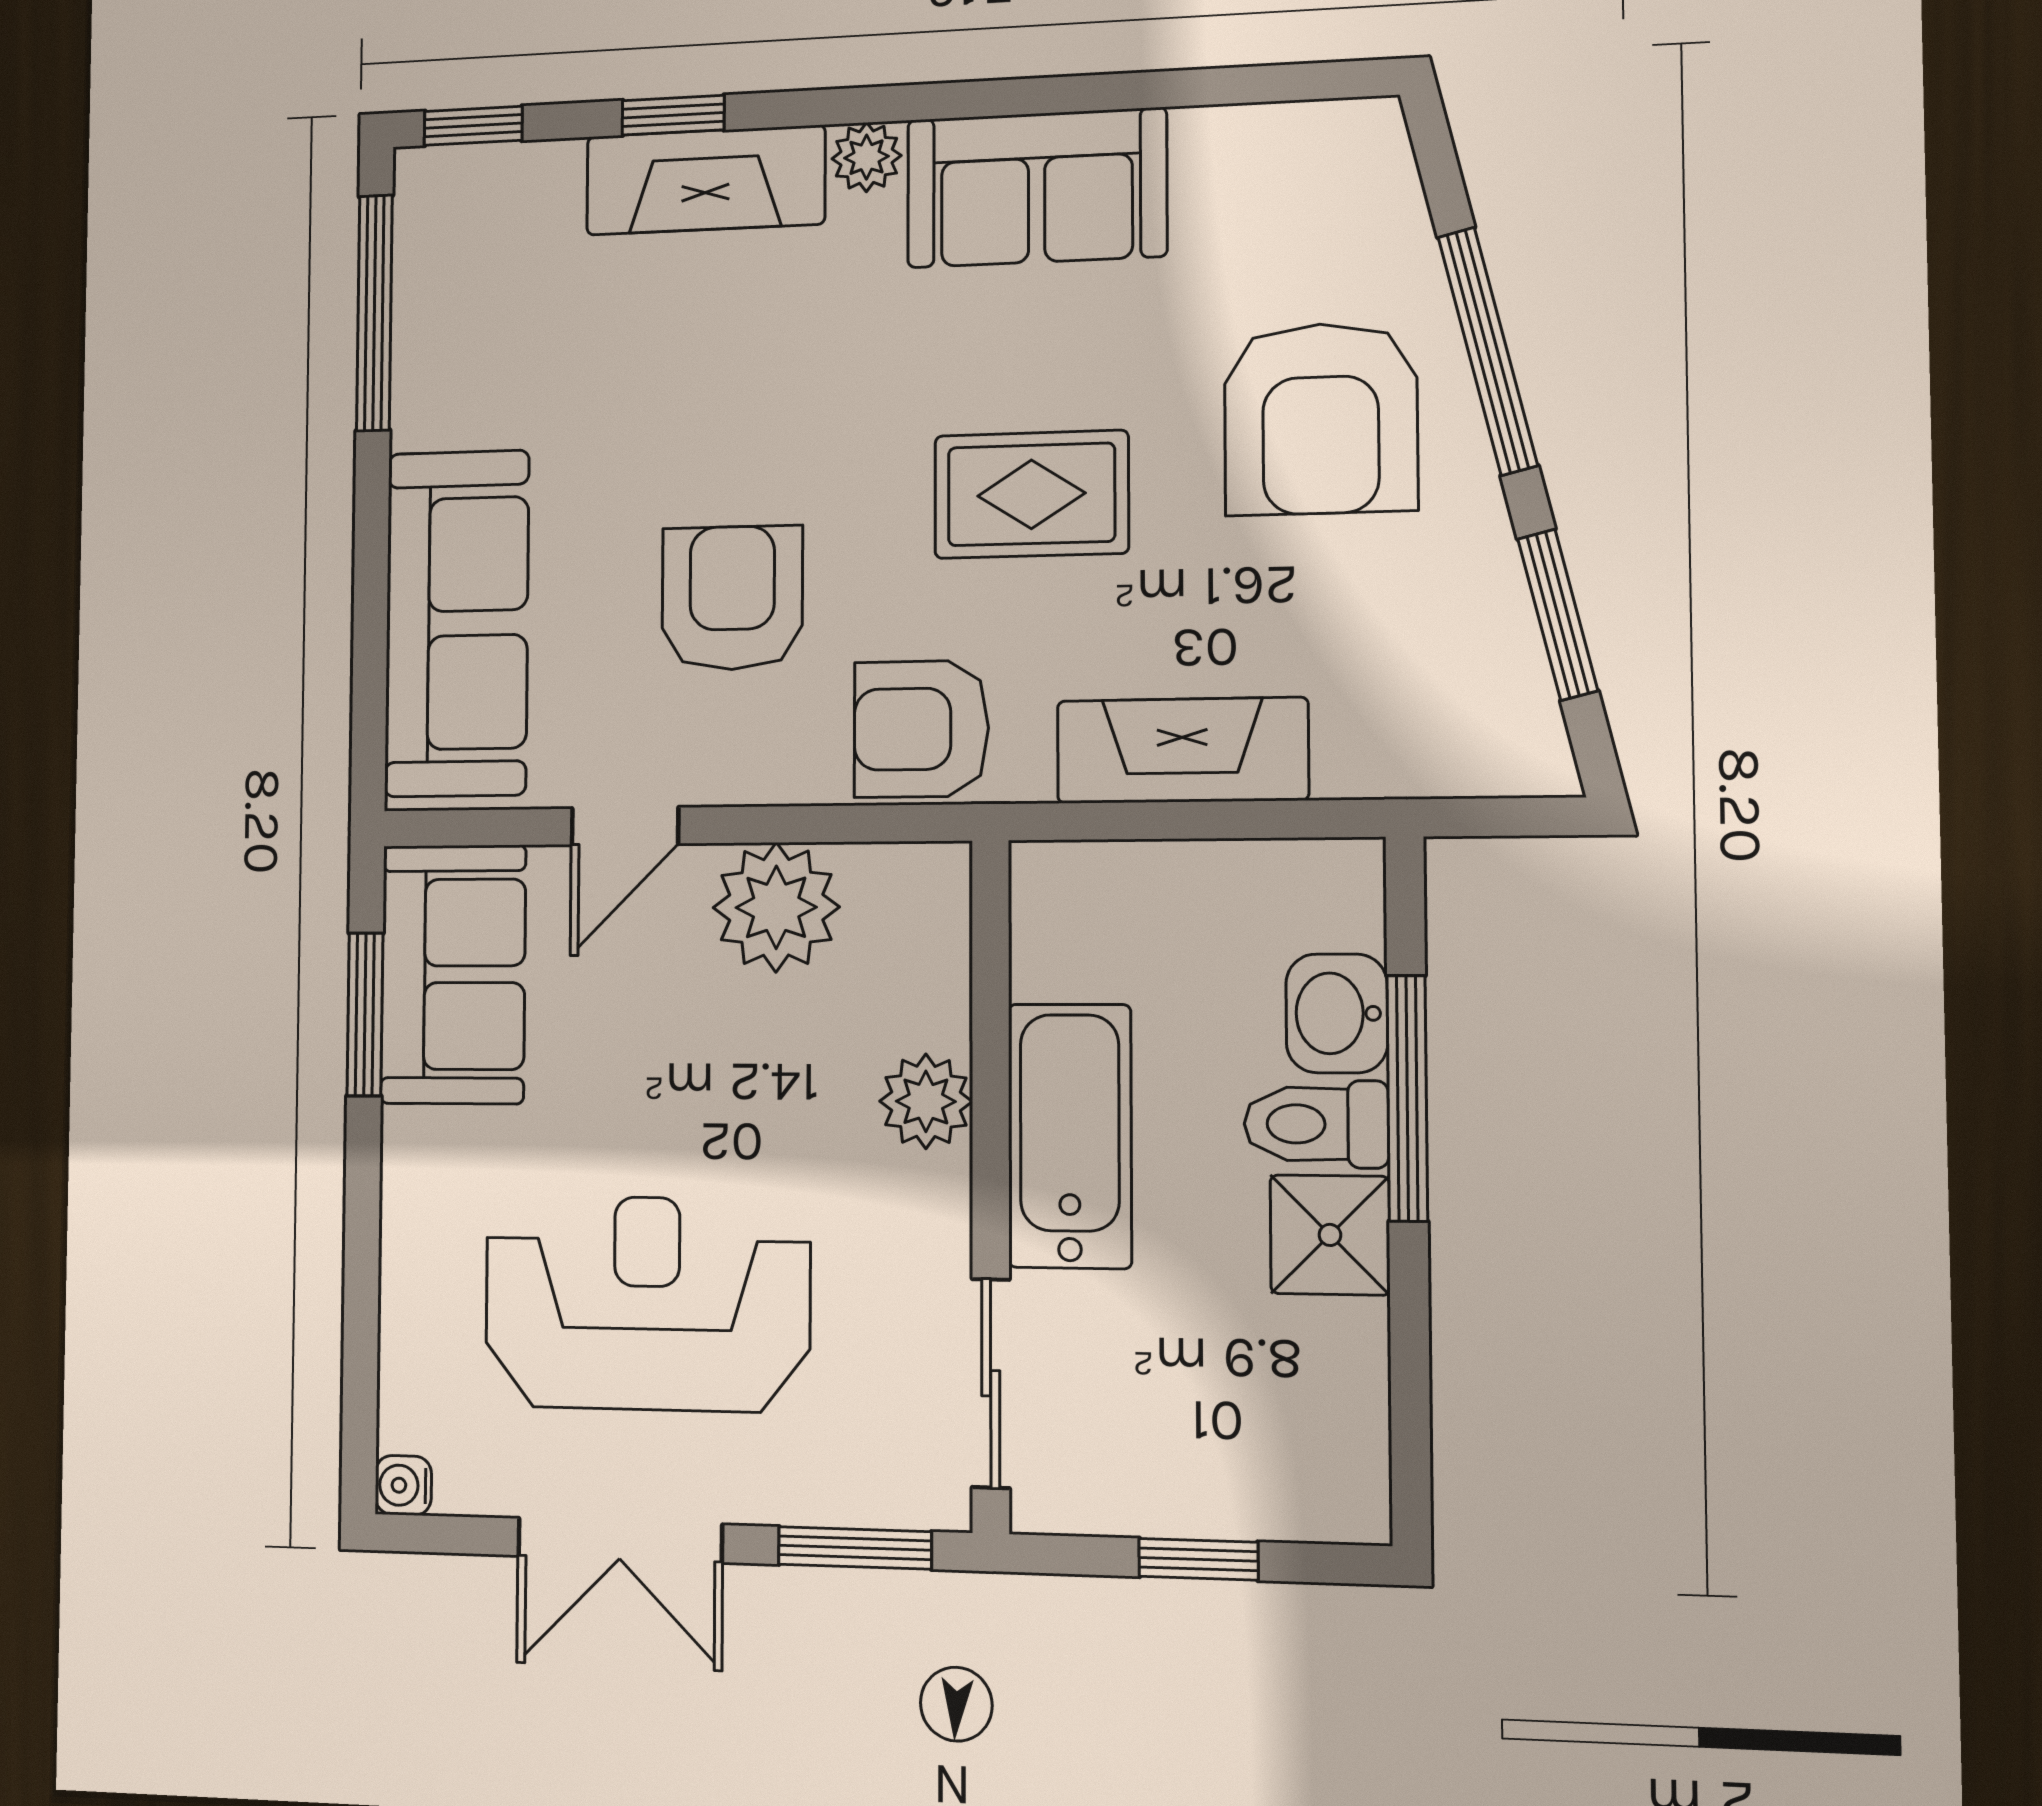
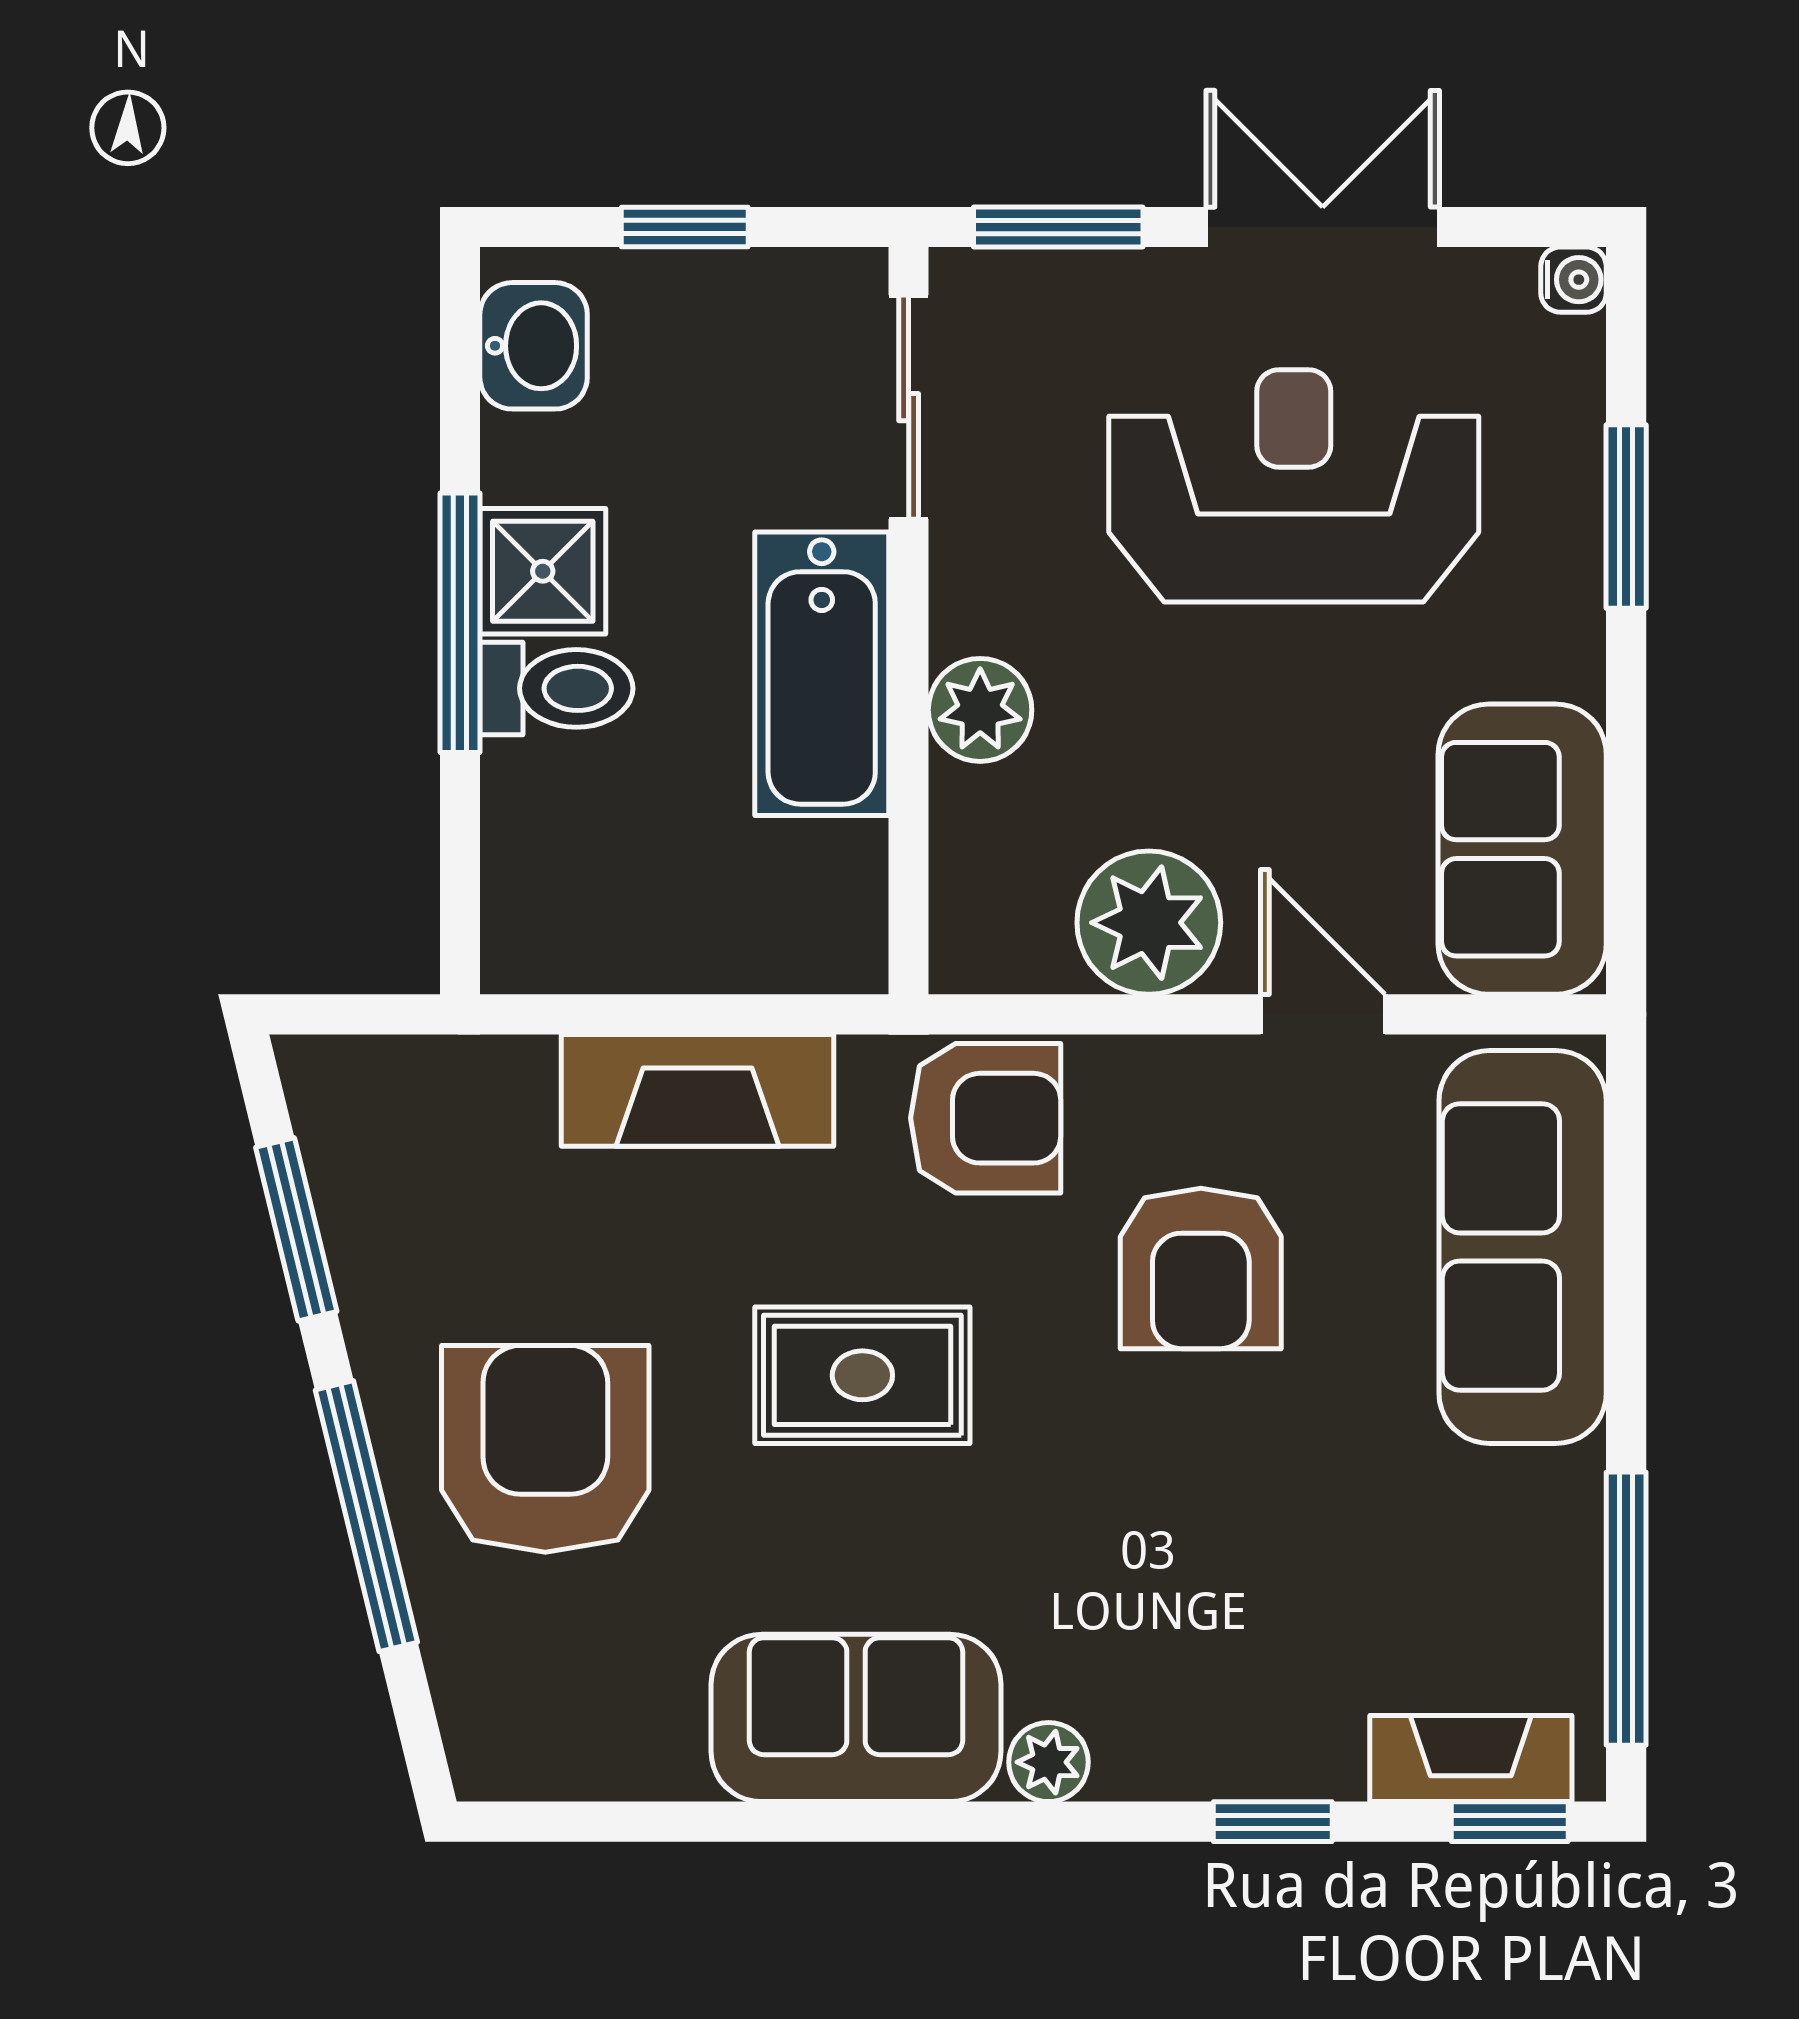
fireplace: (705, 180) -> (1471, 1759), moved, width x0.73, depth x0.76
door: (625, 826) -> (1323, 1014), hinge flipped
washbasin: (1337, 1013) -> (534, 346), moved
window: (365, 1014) -> (1626, 517), moved
window: (1407, 1098) -> (460, 623), moved
reception desk: (647, 1303) -> (1294, 486), turned 180

